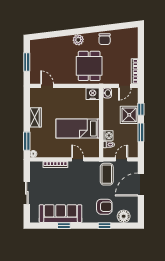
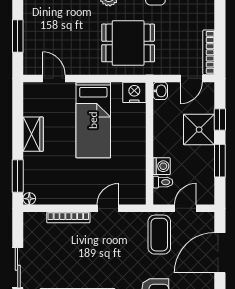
dining table: (89, 66) -> (128, 43), turned 90
bed: (78, 128) -> (93, 120), moved, turned -90
door: (78, 159) -> (108, 208), hinge flipped

